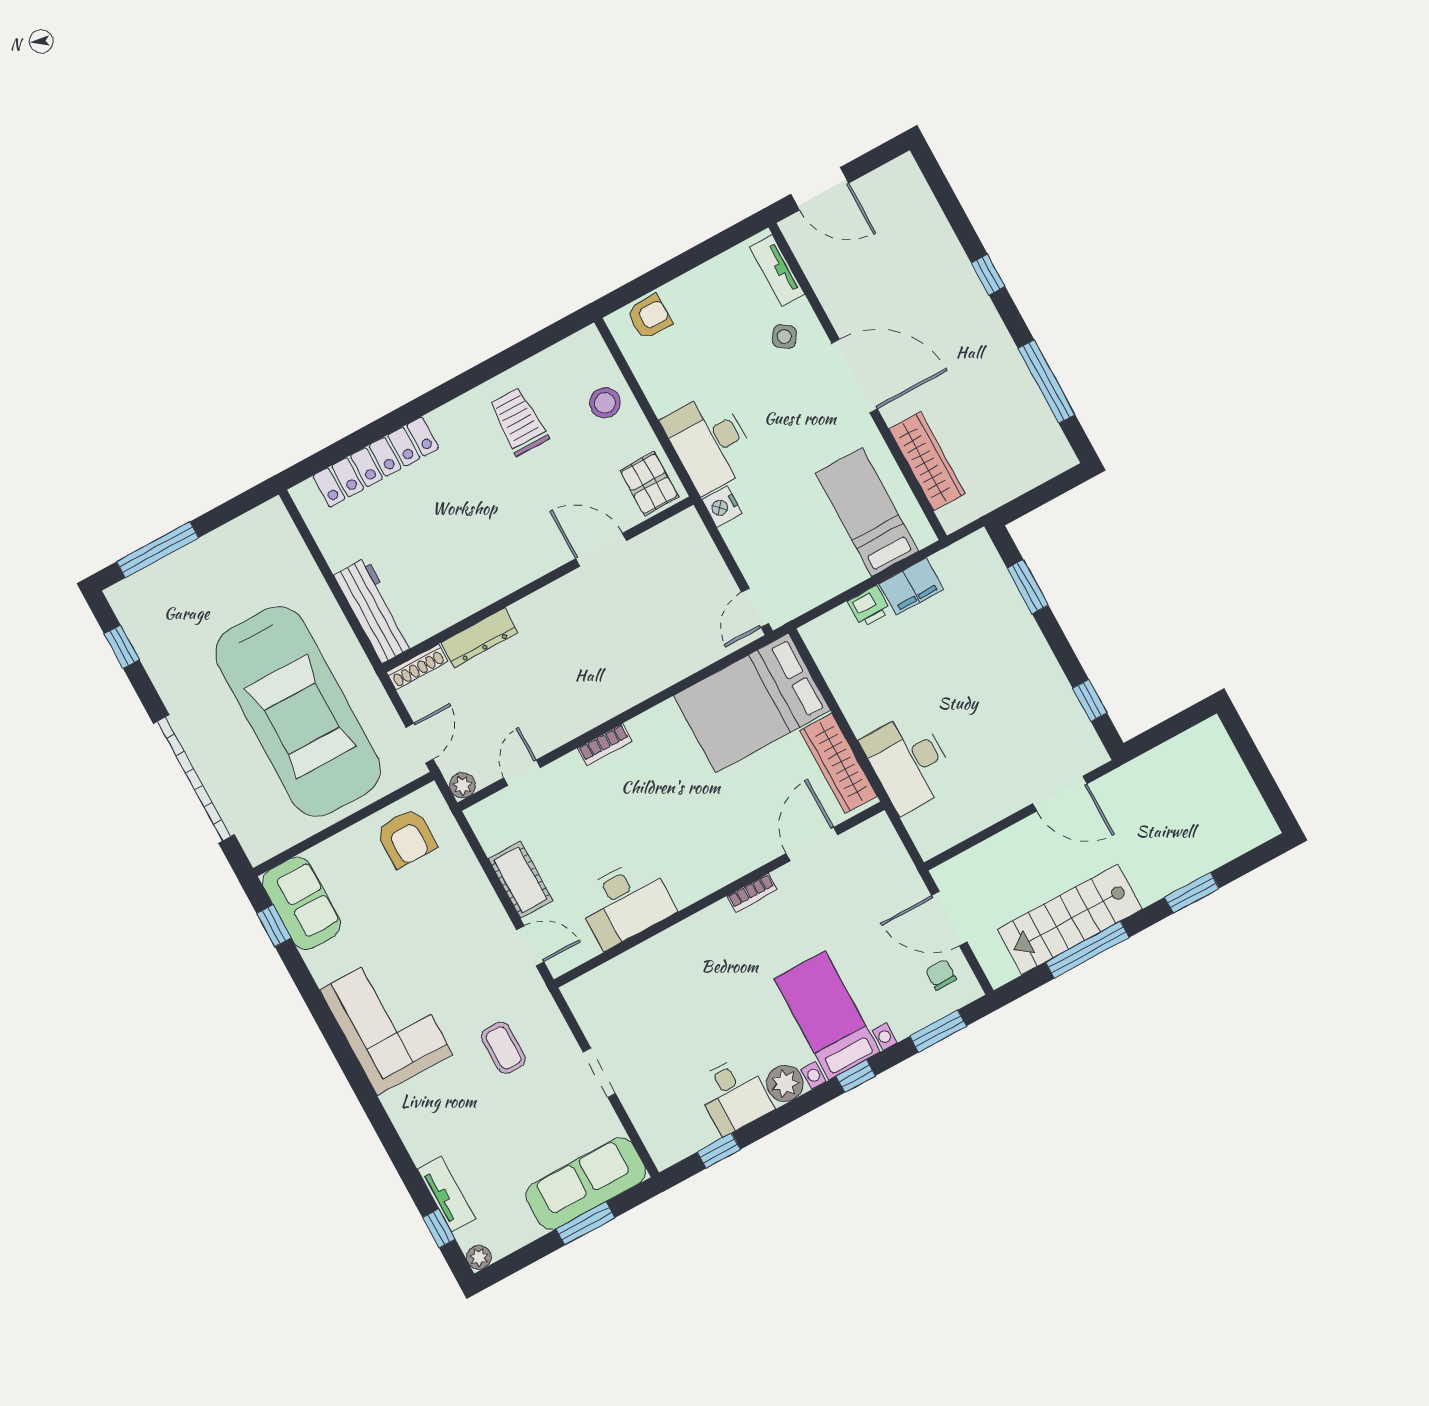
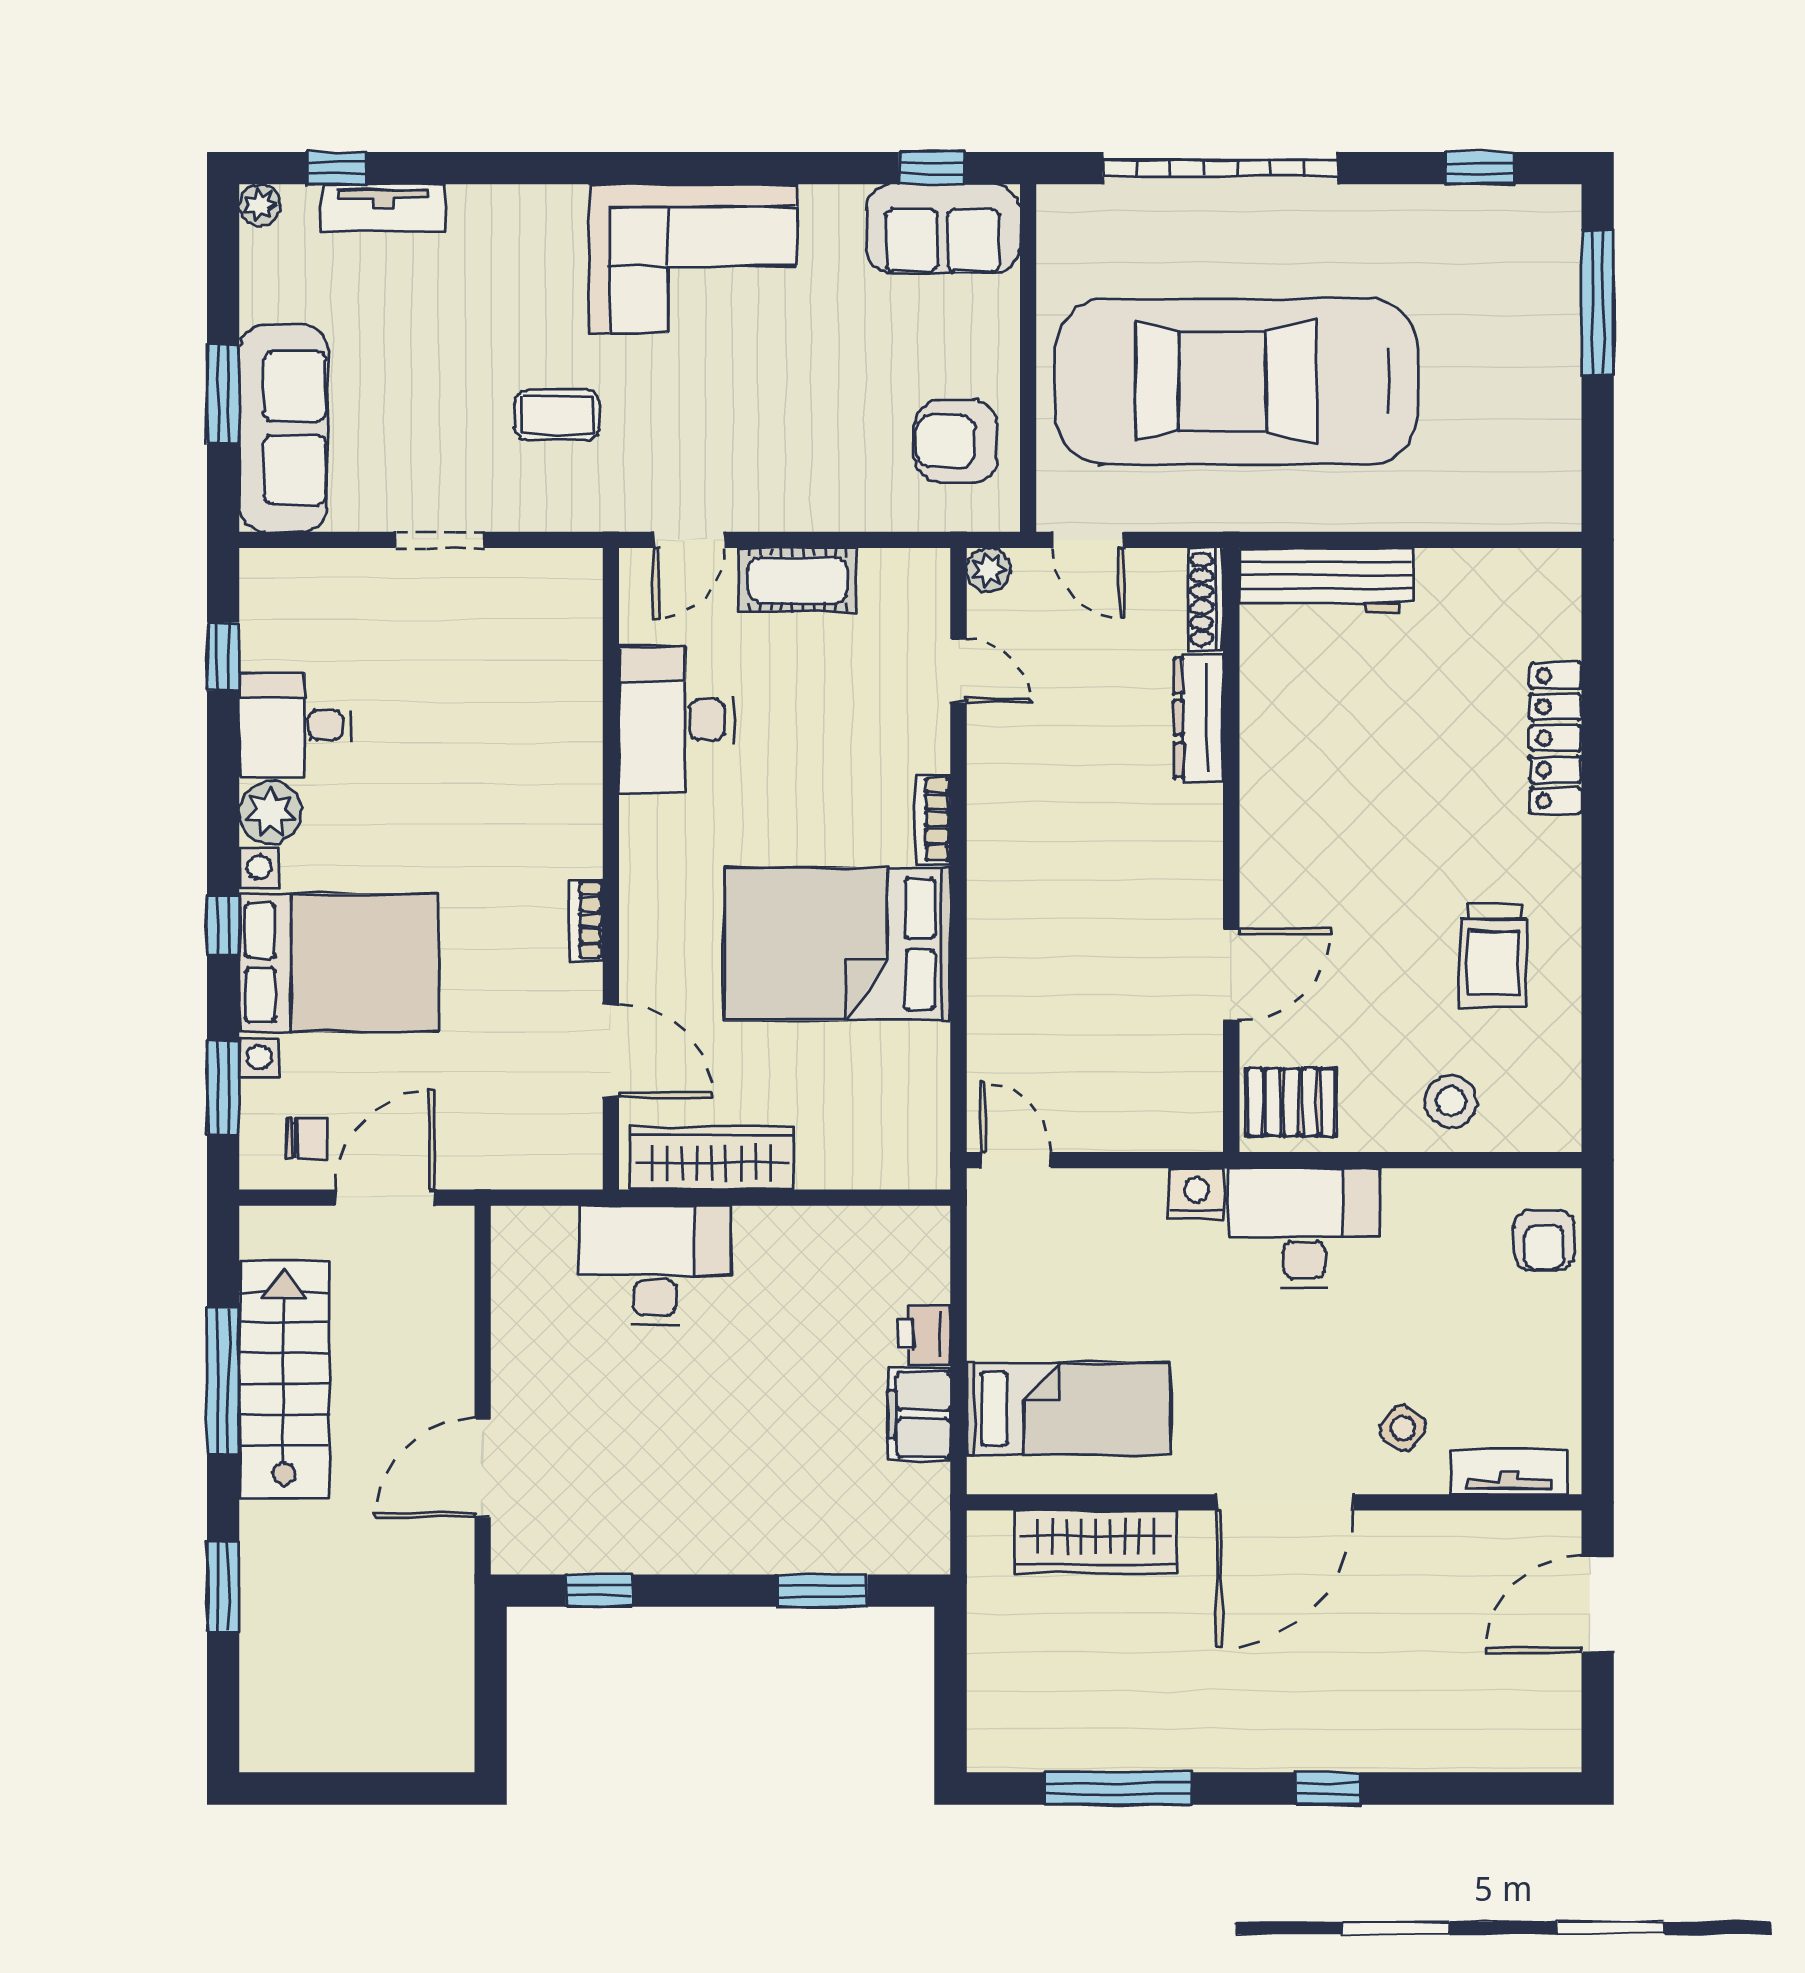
trolley: (519, 421) -> (1493, 956), turned 91
locker: (376, 462) -> (1556, 738), width x0.71, depth x0.83
bed: (752, 703) -> (837, 944), moved, turned -90
bed with nightstands: (827, 1015) -> (339, 963), width x1.36

